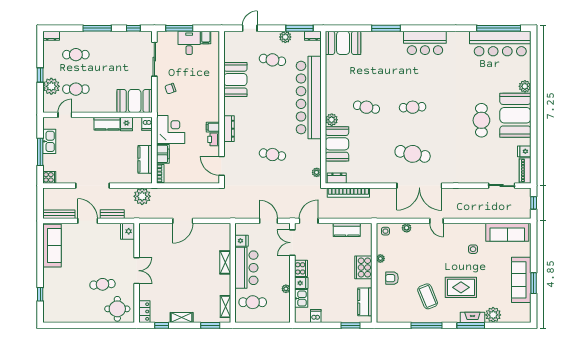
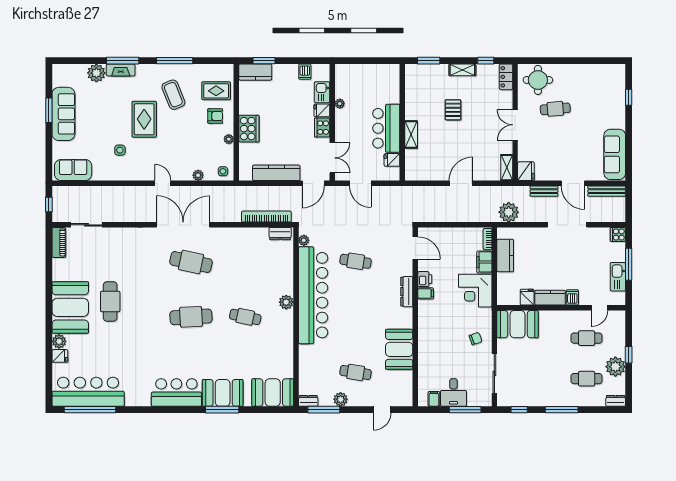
plant: (51, 86) -> (615, 367), moved
bar counter: (309, 98) -> (313, 295), moved
cafe table: (413, 107) -> (191, 317), width x1.37, depth x1.35
dishwasher: (147, 124) -> (572, 297), moved
booth: (337, 144) -> (223, 393), moved, turned 90
fridge: (524, 151) -> (60, 356), moved
kitchen counter: (347, 230) -> (276, 173), width x1.50
sofa: (507, 232) -> (73, 170), width x0.73
pallet: (190, 283) -> (453, 110), added
rug: (461, 287) -> (144, 119), moved, turned 90
rug: (391, 300) -> (216, 91), added
cafe table: (253, 302) -> (379, 88), removed
kitchen counter: (365, 302) -> (255, 72), moved, turned 90
shelving: (225, 307) -> (507, 168), moved

